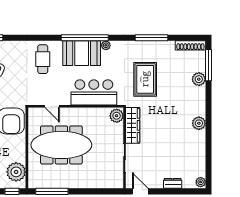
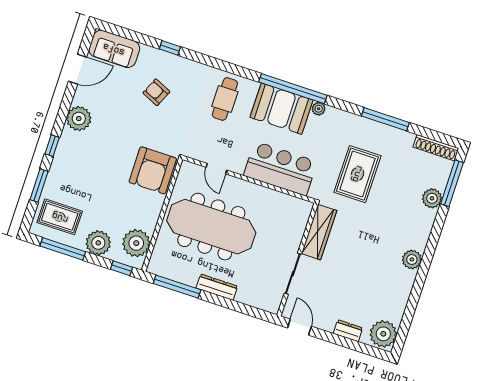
plant: (117, 116) -> (301, 211), removed
plant: (201, 182) -> (383, 334), width x1.88, depth x1.88
dresser: (78, 183) -> (217, 287), added

